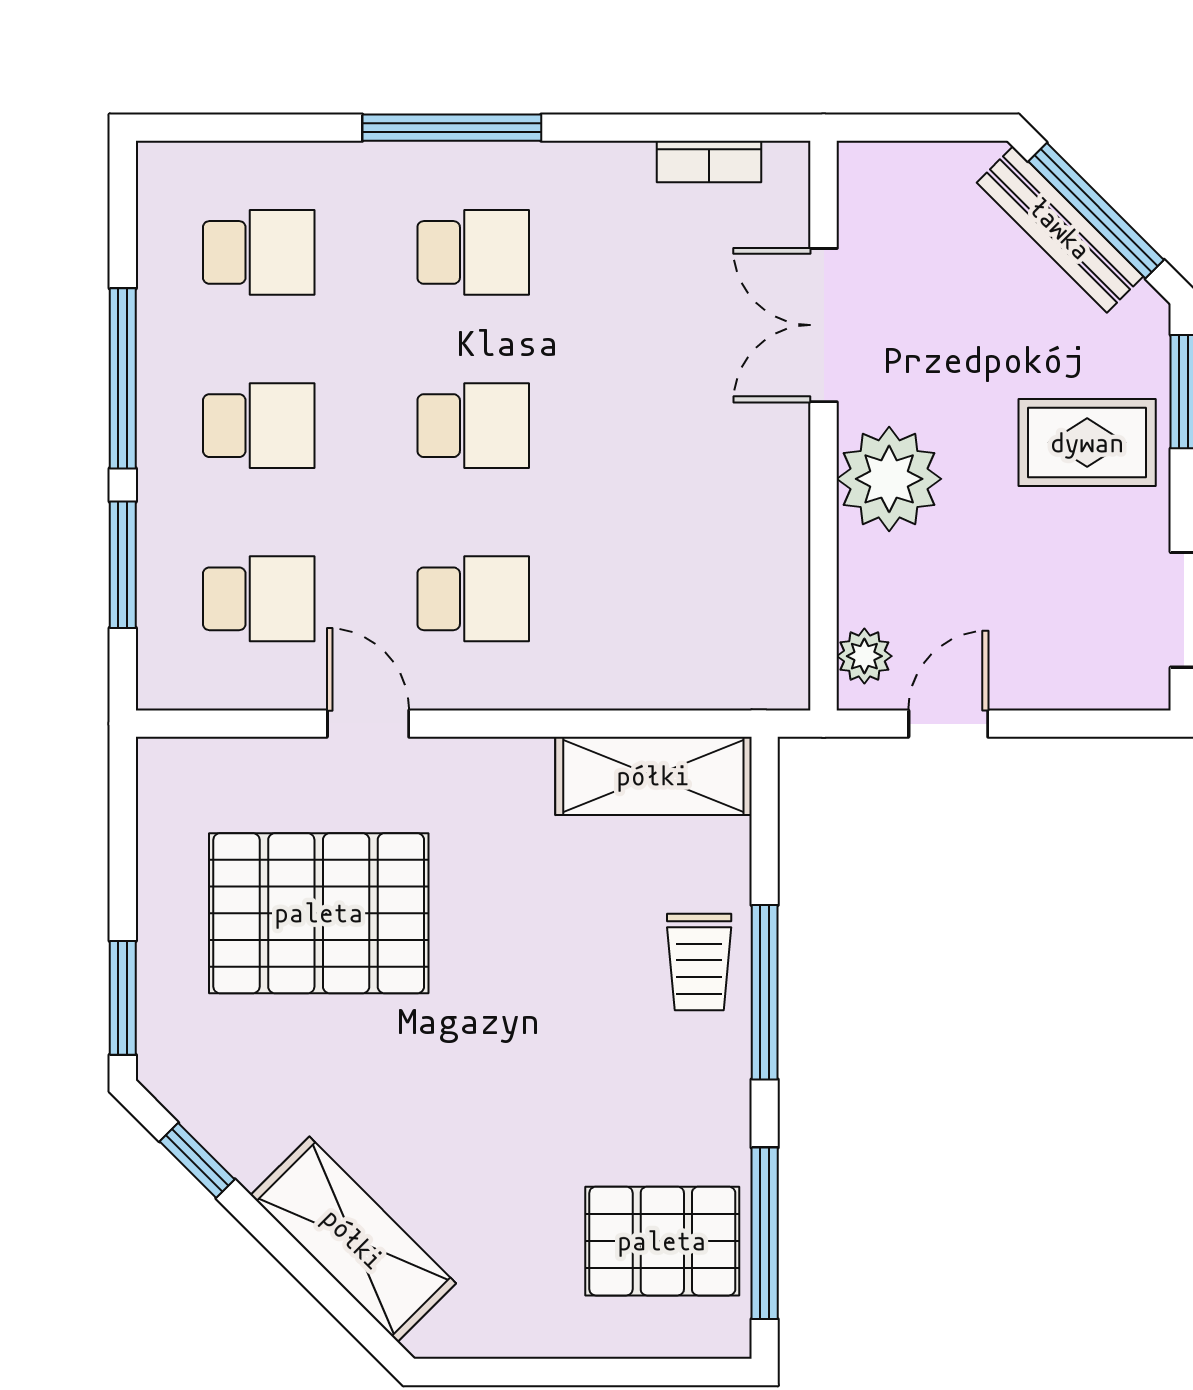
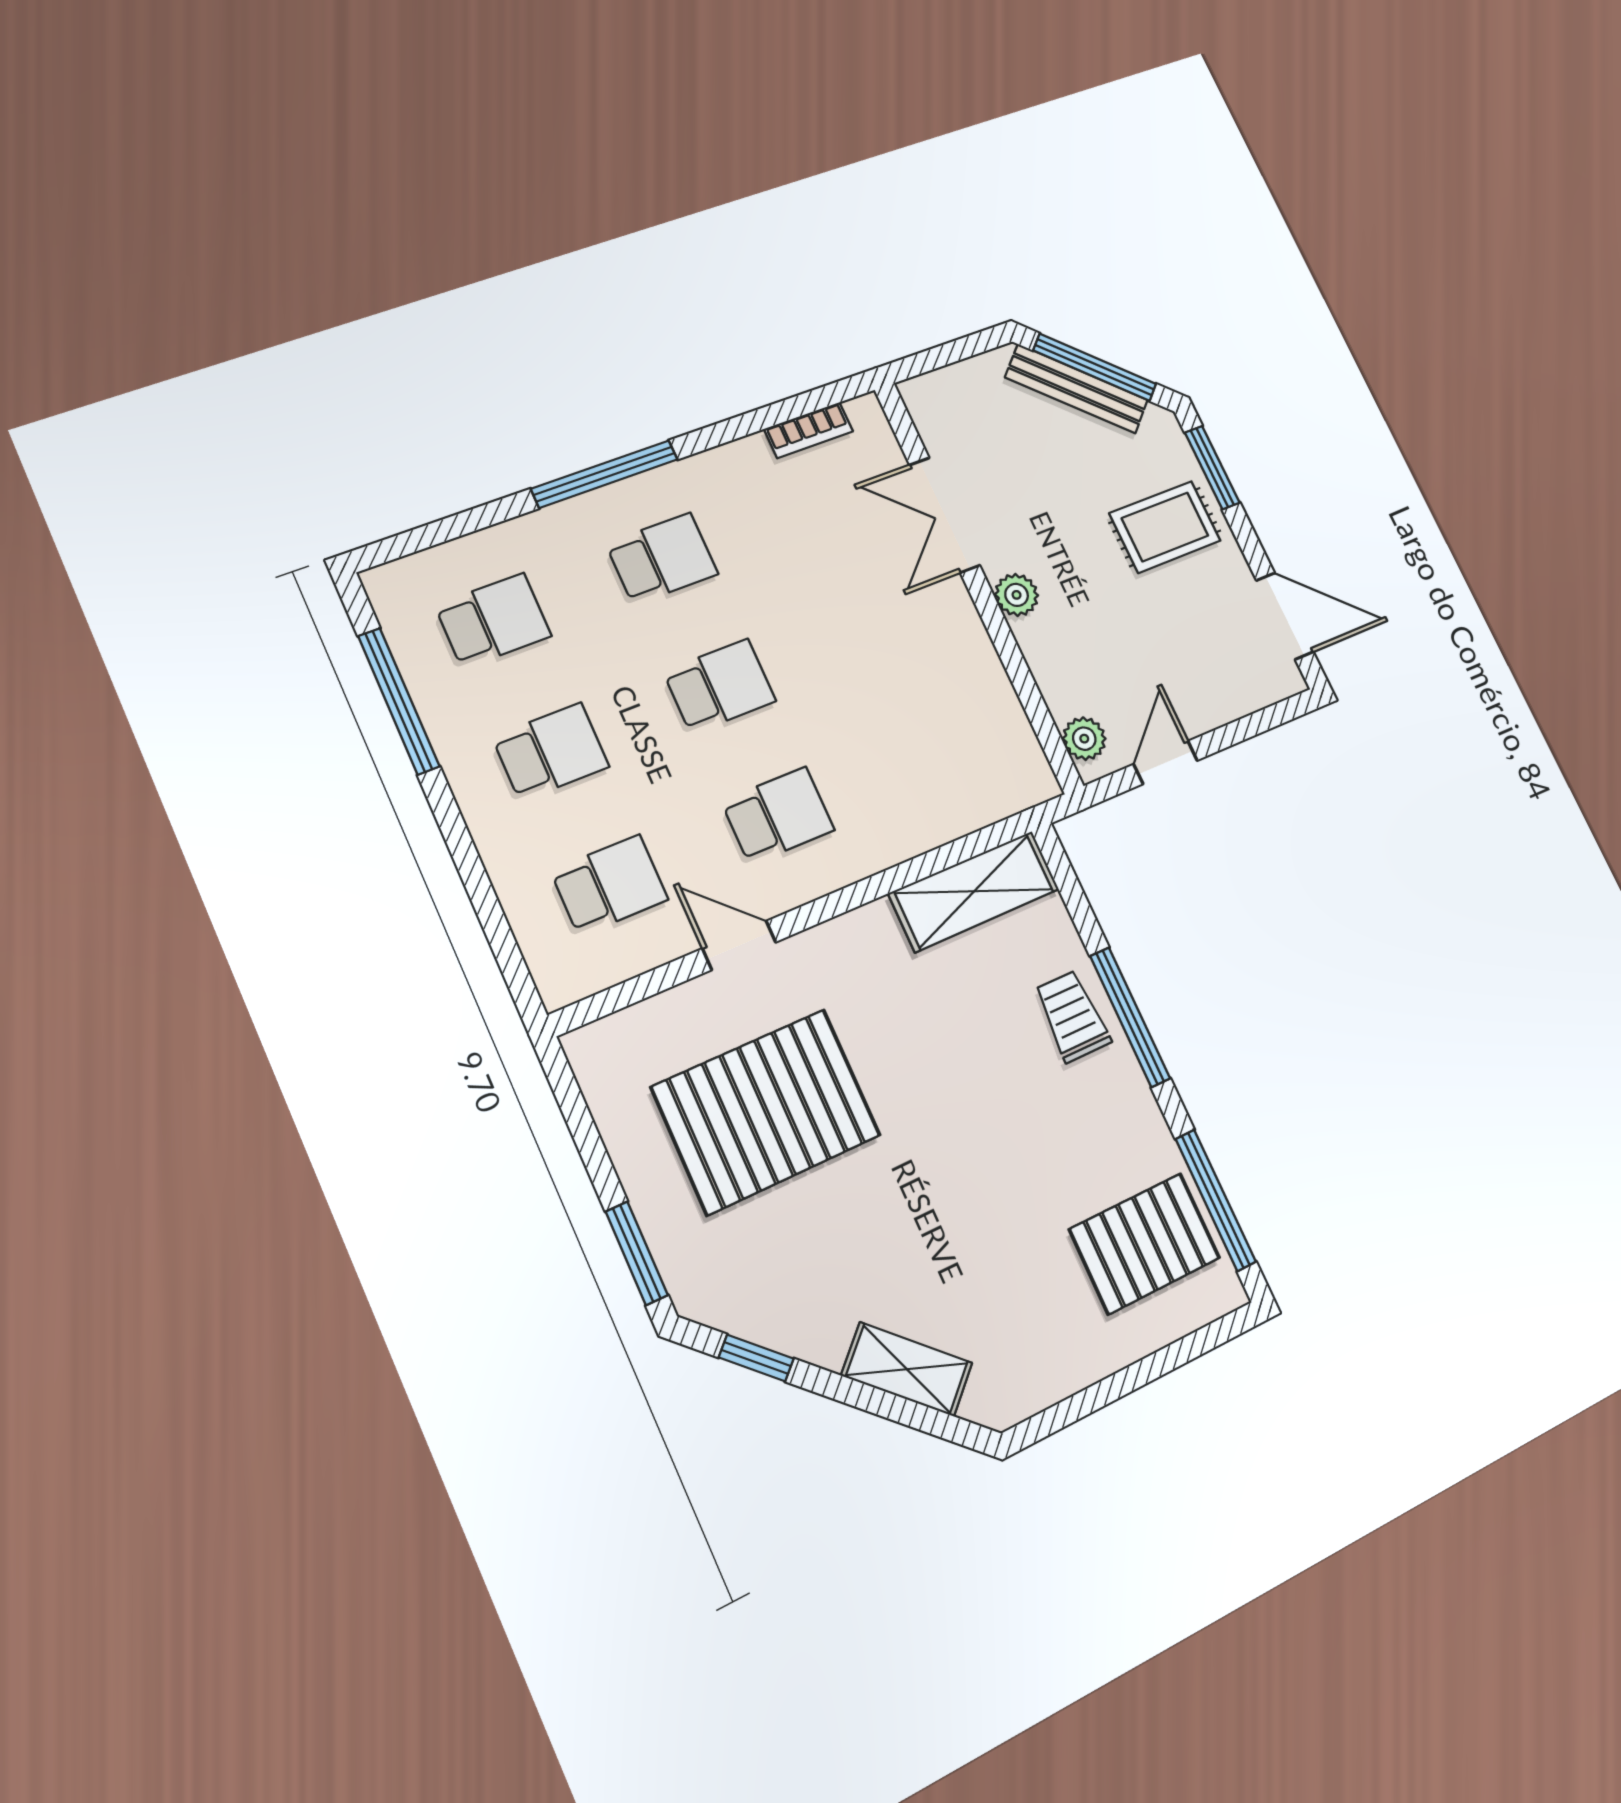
window: (123, 378) -> (399, 701), moved
plant: (889, 479) -> (1017, 595), width x0.53, depth x0.53
window: (123, 565) -> (486, 904), removed
trolley: (699, 962) -> (1072, 1016), turned 180
shelving: (353, 1239) -> (907, 1369), width x0.67, depth x0.75

